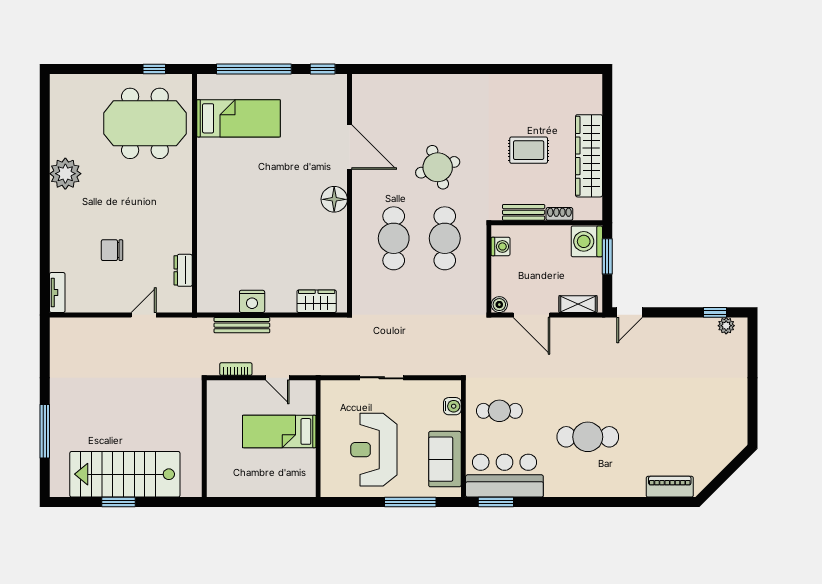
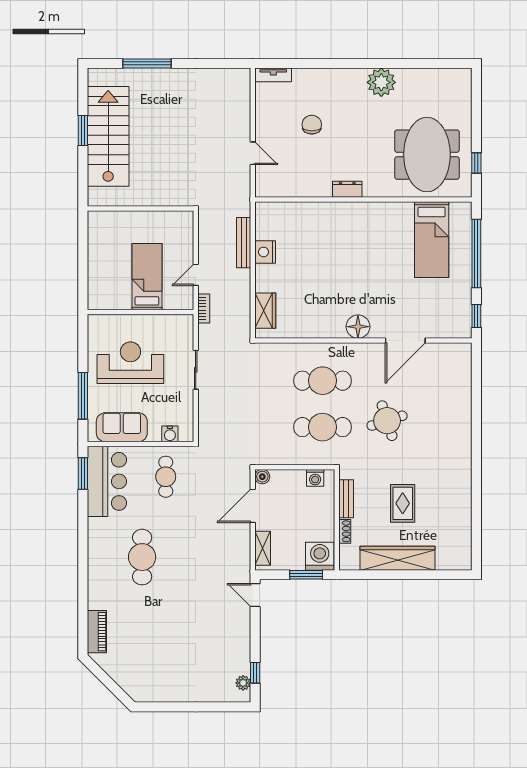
dresser: (183, 270) -> (347, 189), moved
bookcase: (236, 369) -> (204, 308), moved

